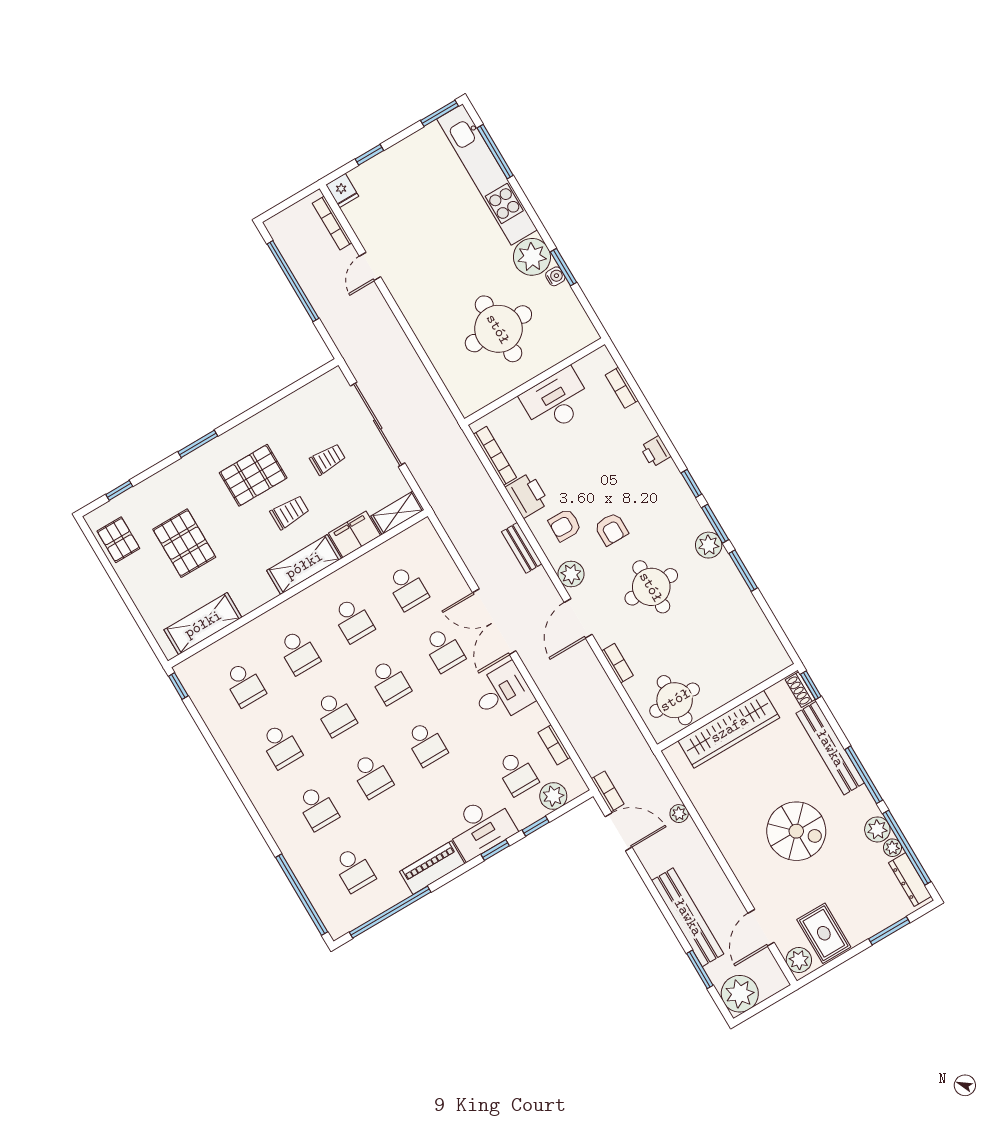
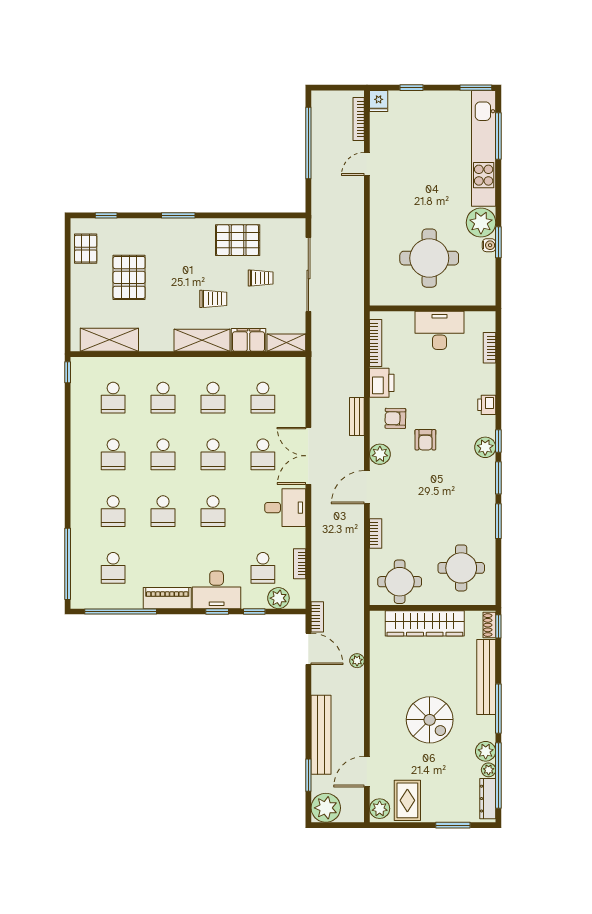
pallet: (253, 475) -> (238, 240), moved
plant: (709, 545) -> (485, 447), moved
round table: (651, 587) -> (461, 568), moved

